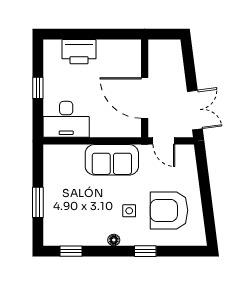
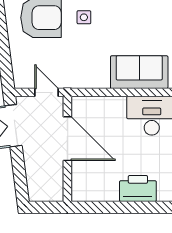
sofa: (112, 160) -> (139, 72), moved

